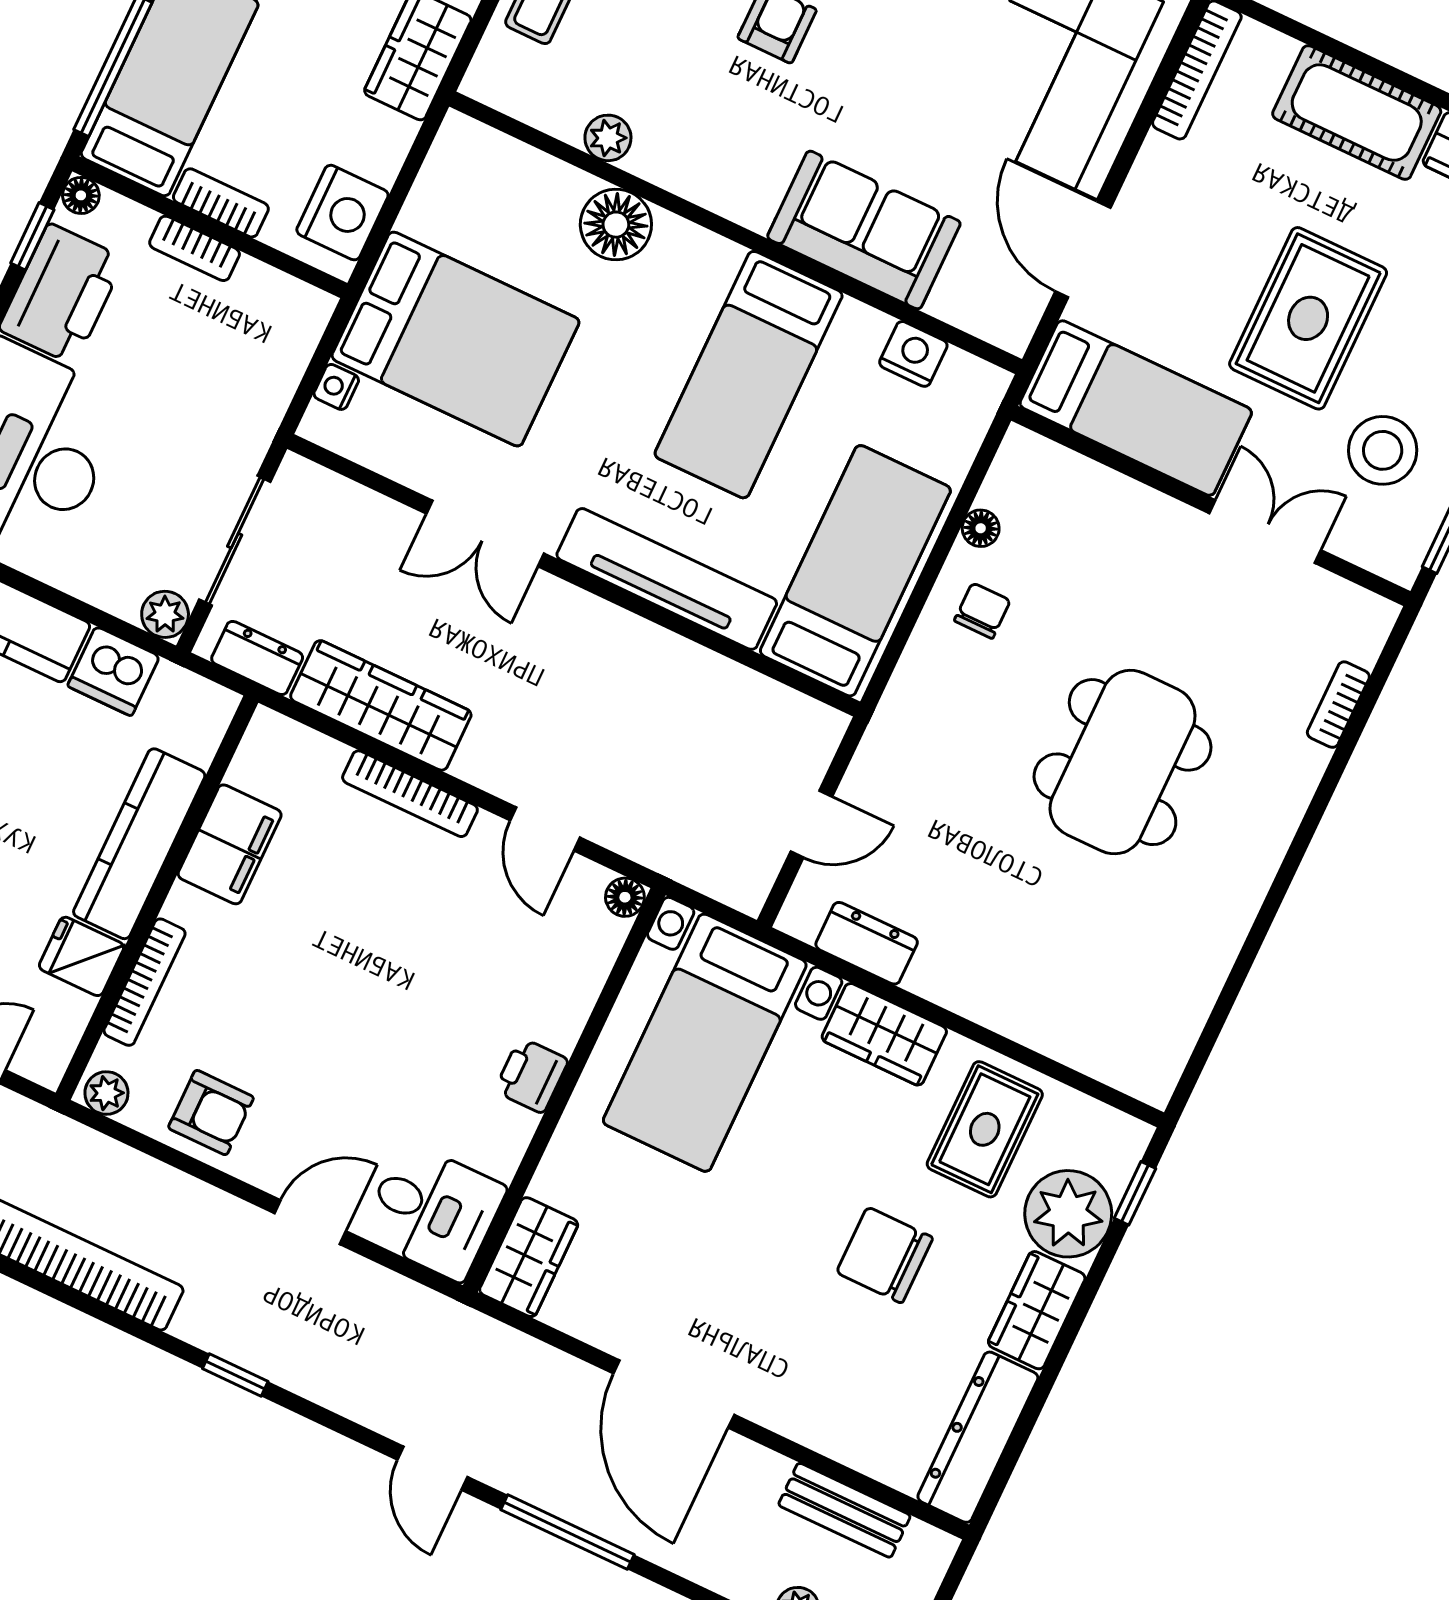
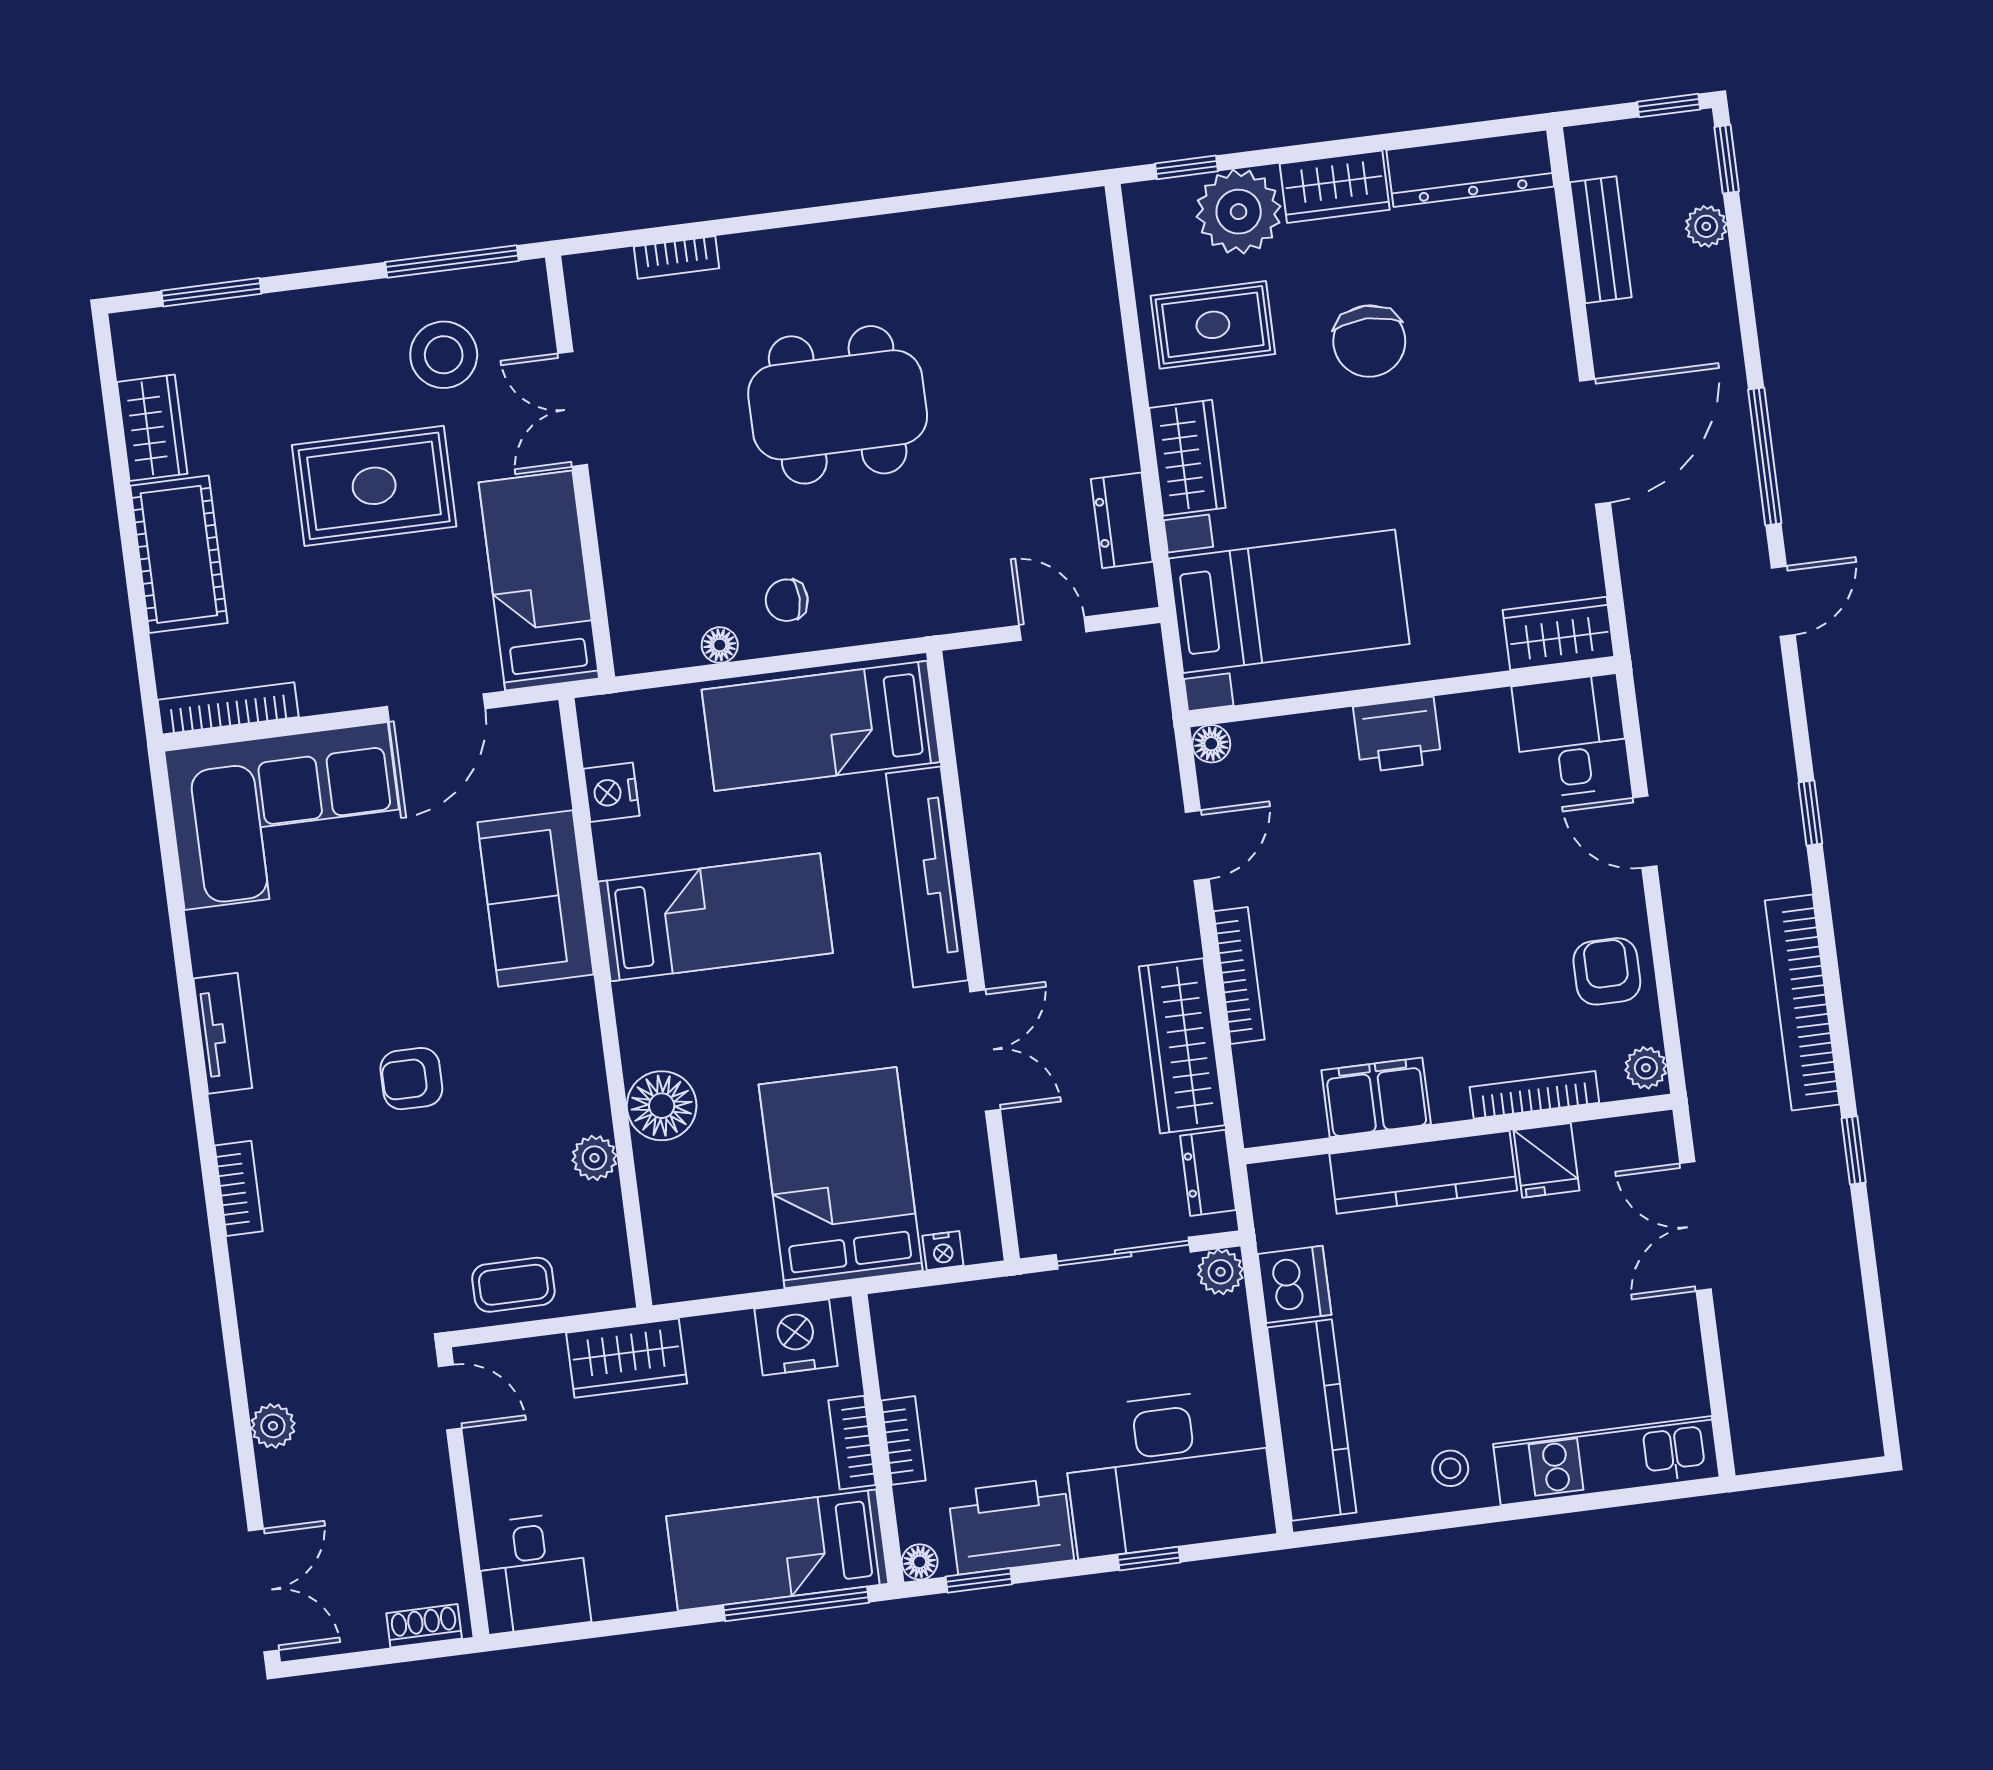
printer: (531, 1075) -> (1397, 735), width x1.36, depth x1.24

